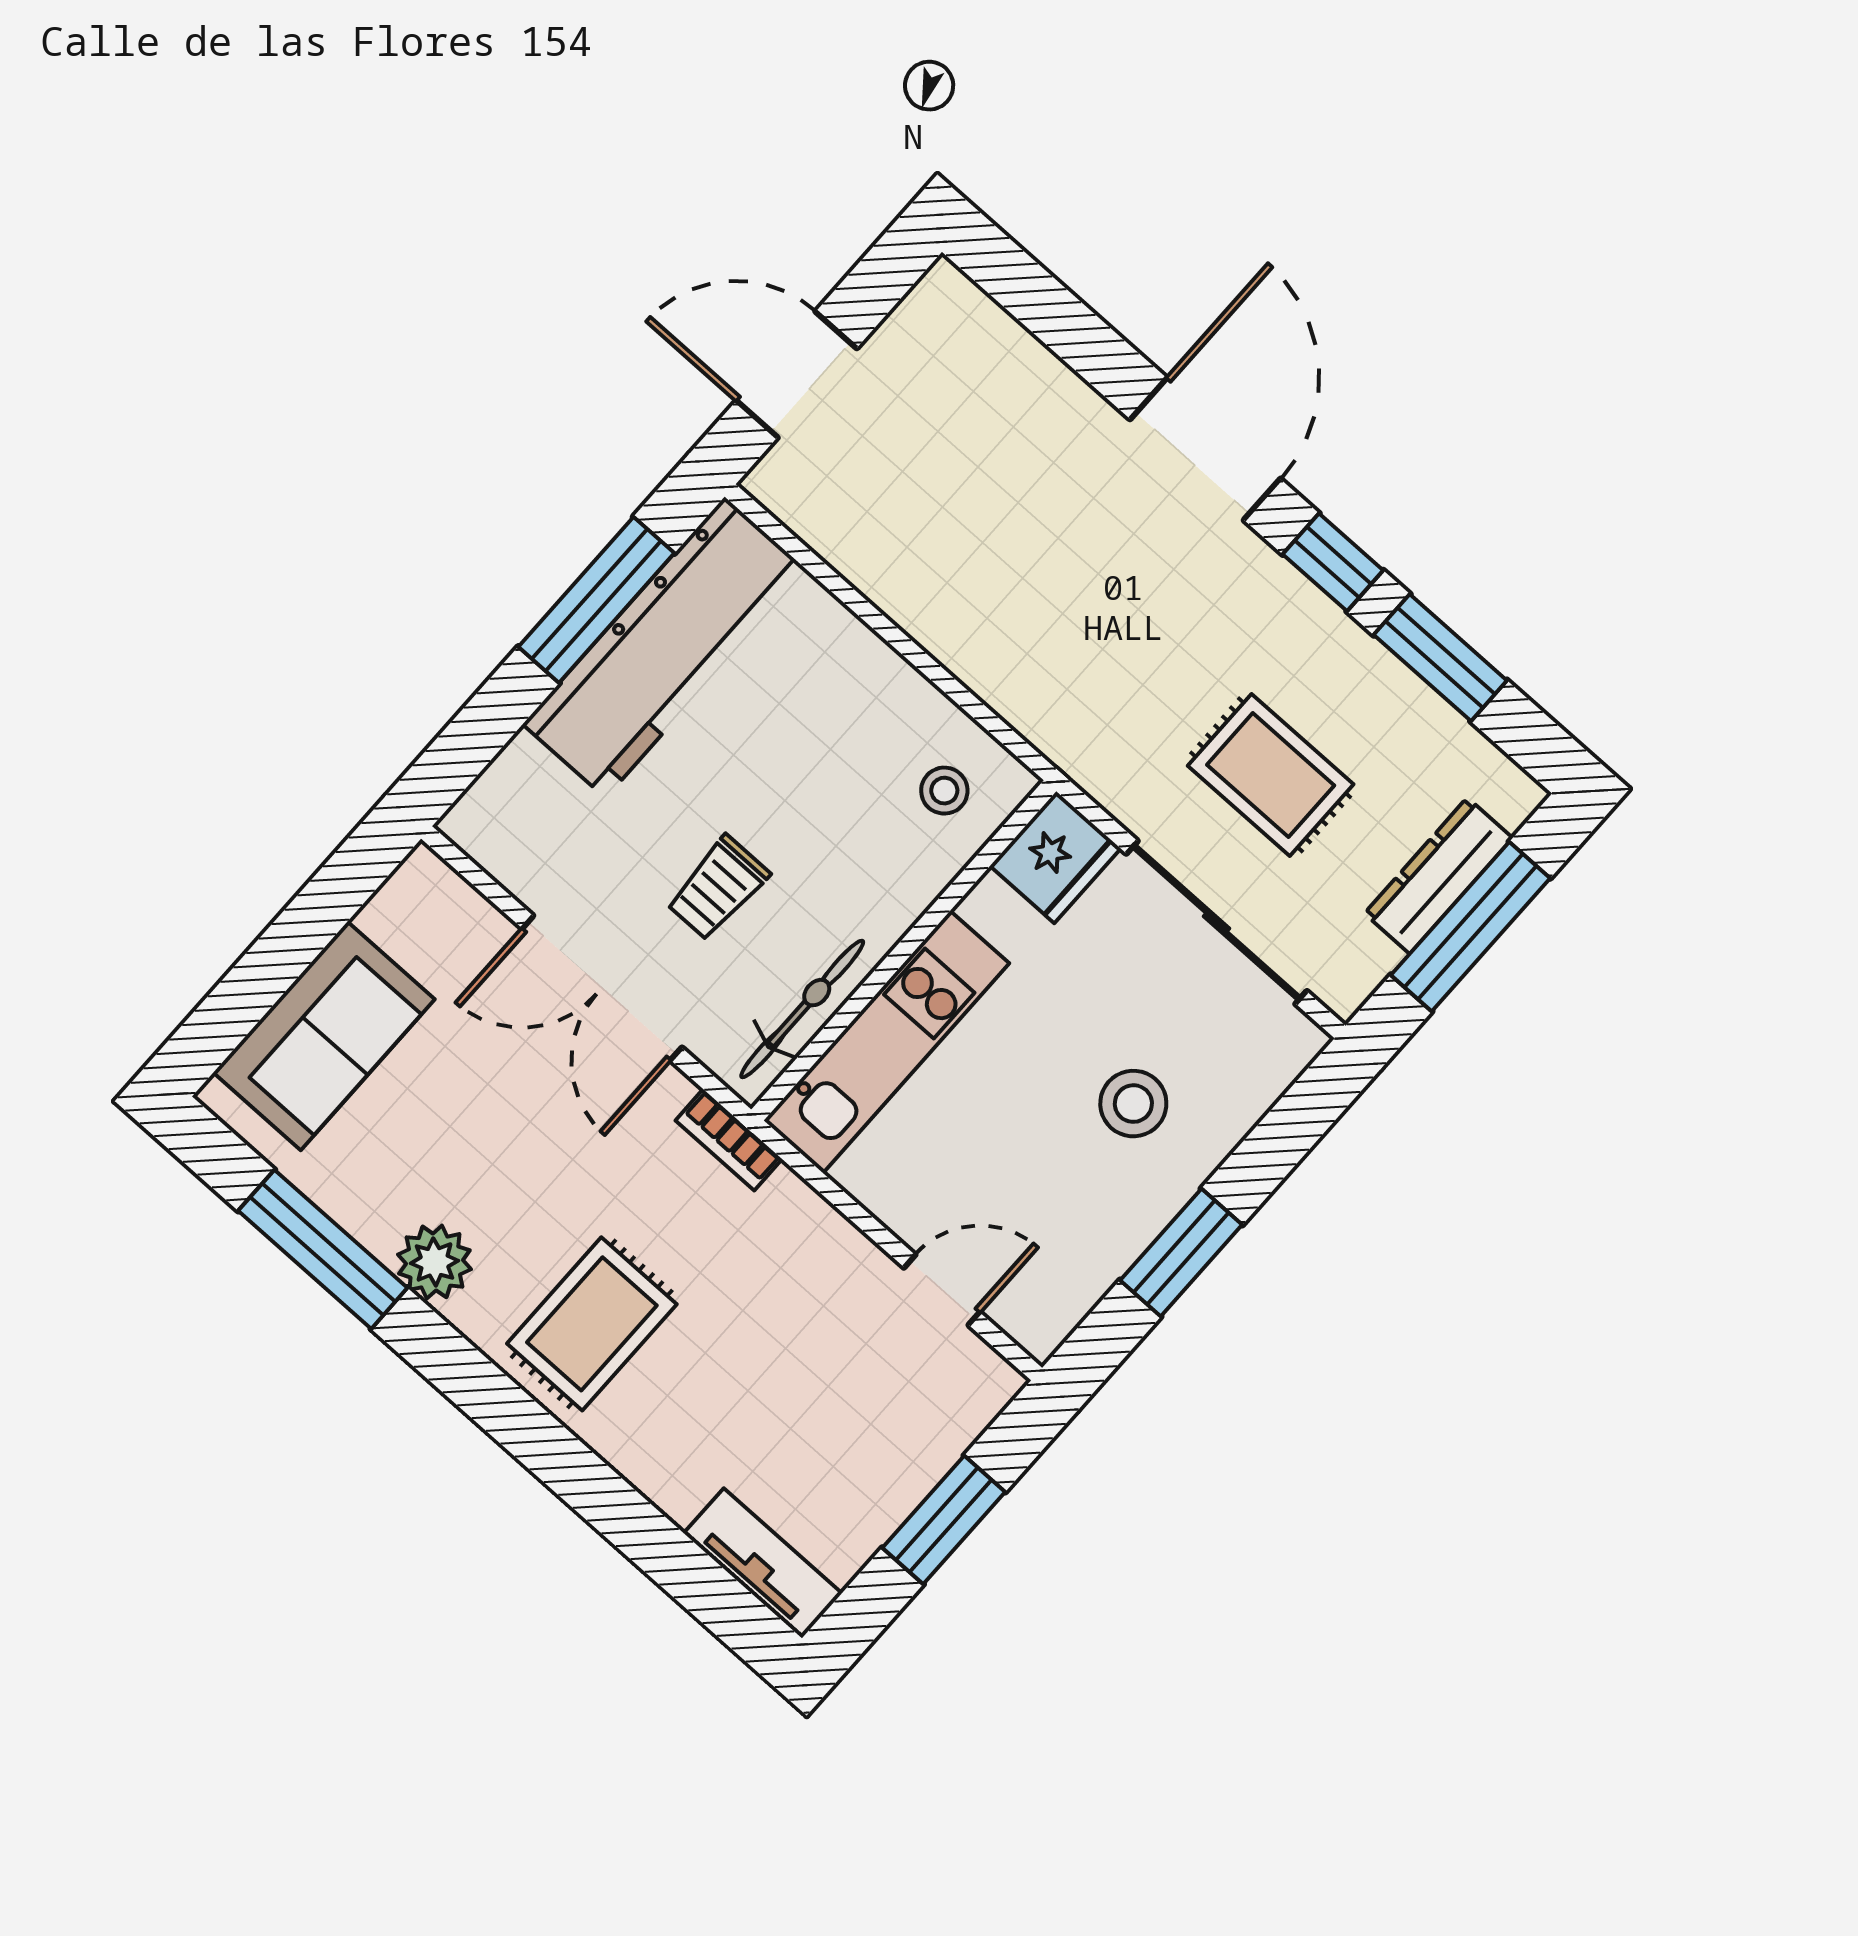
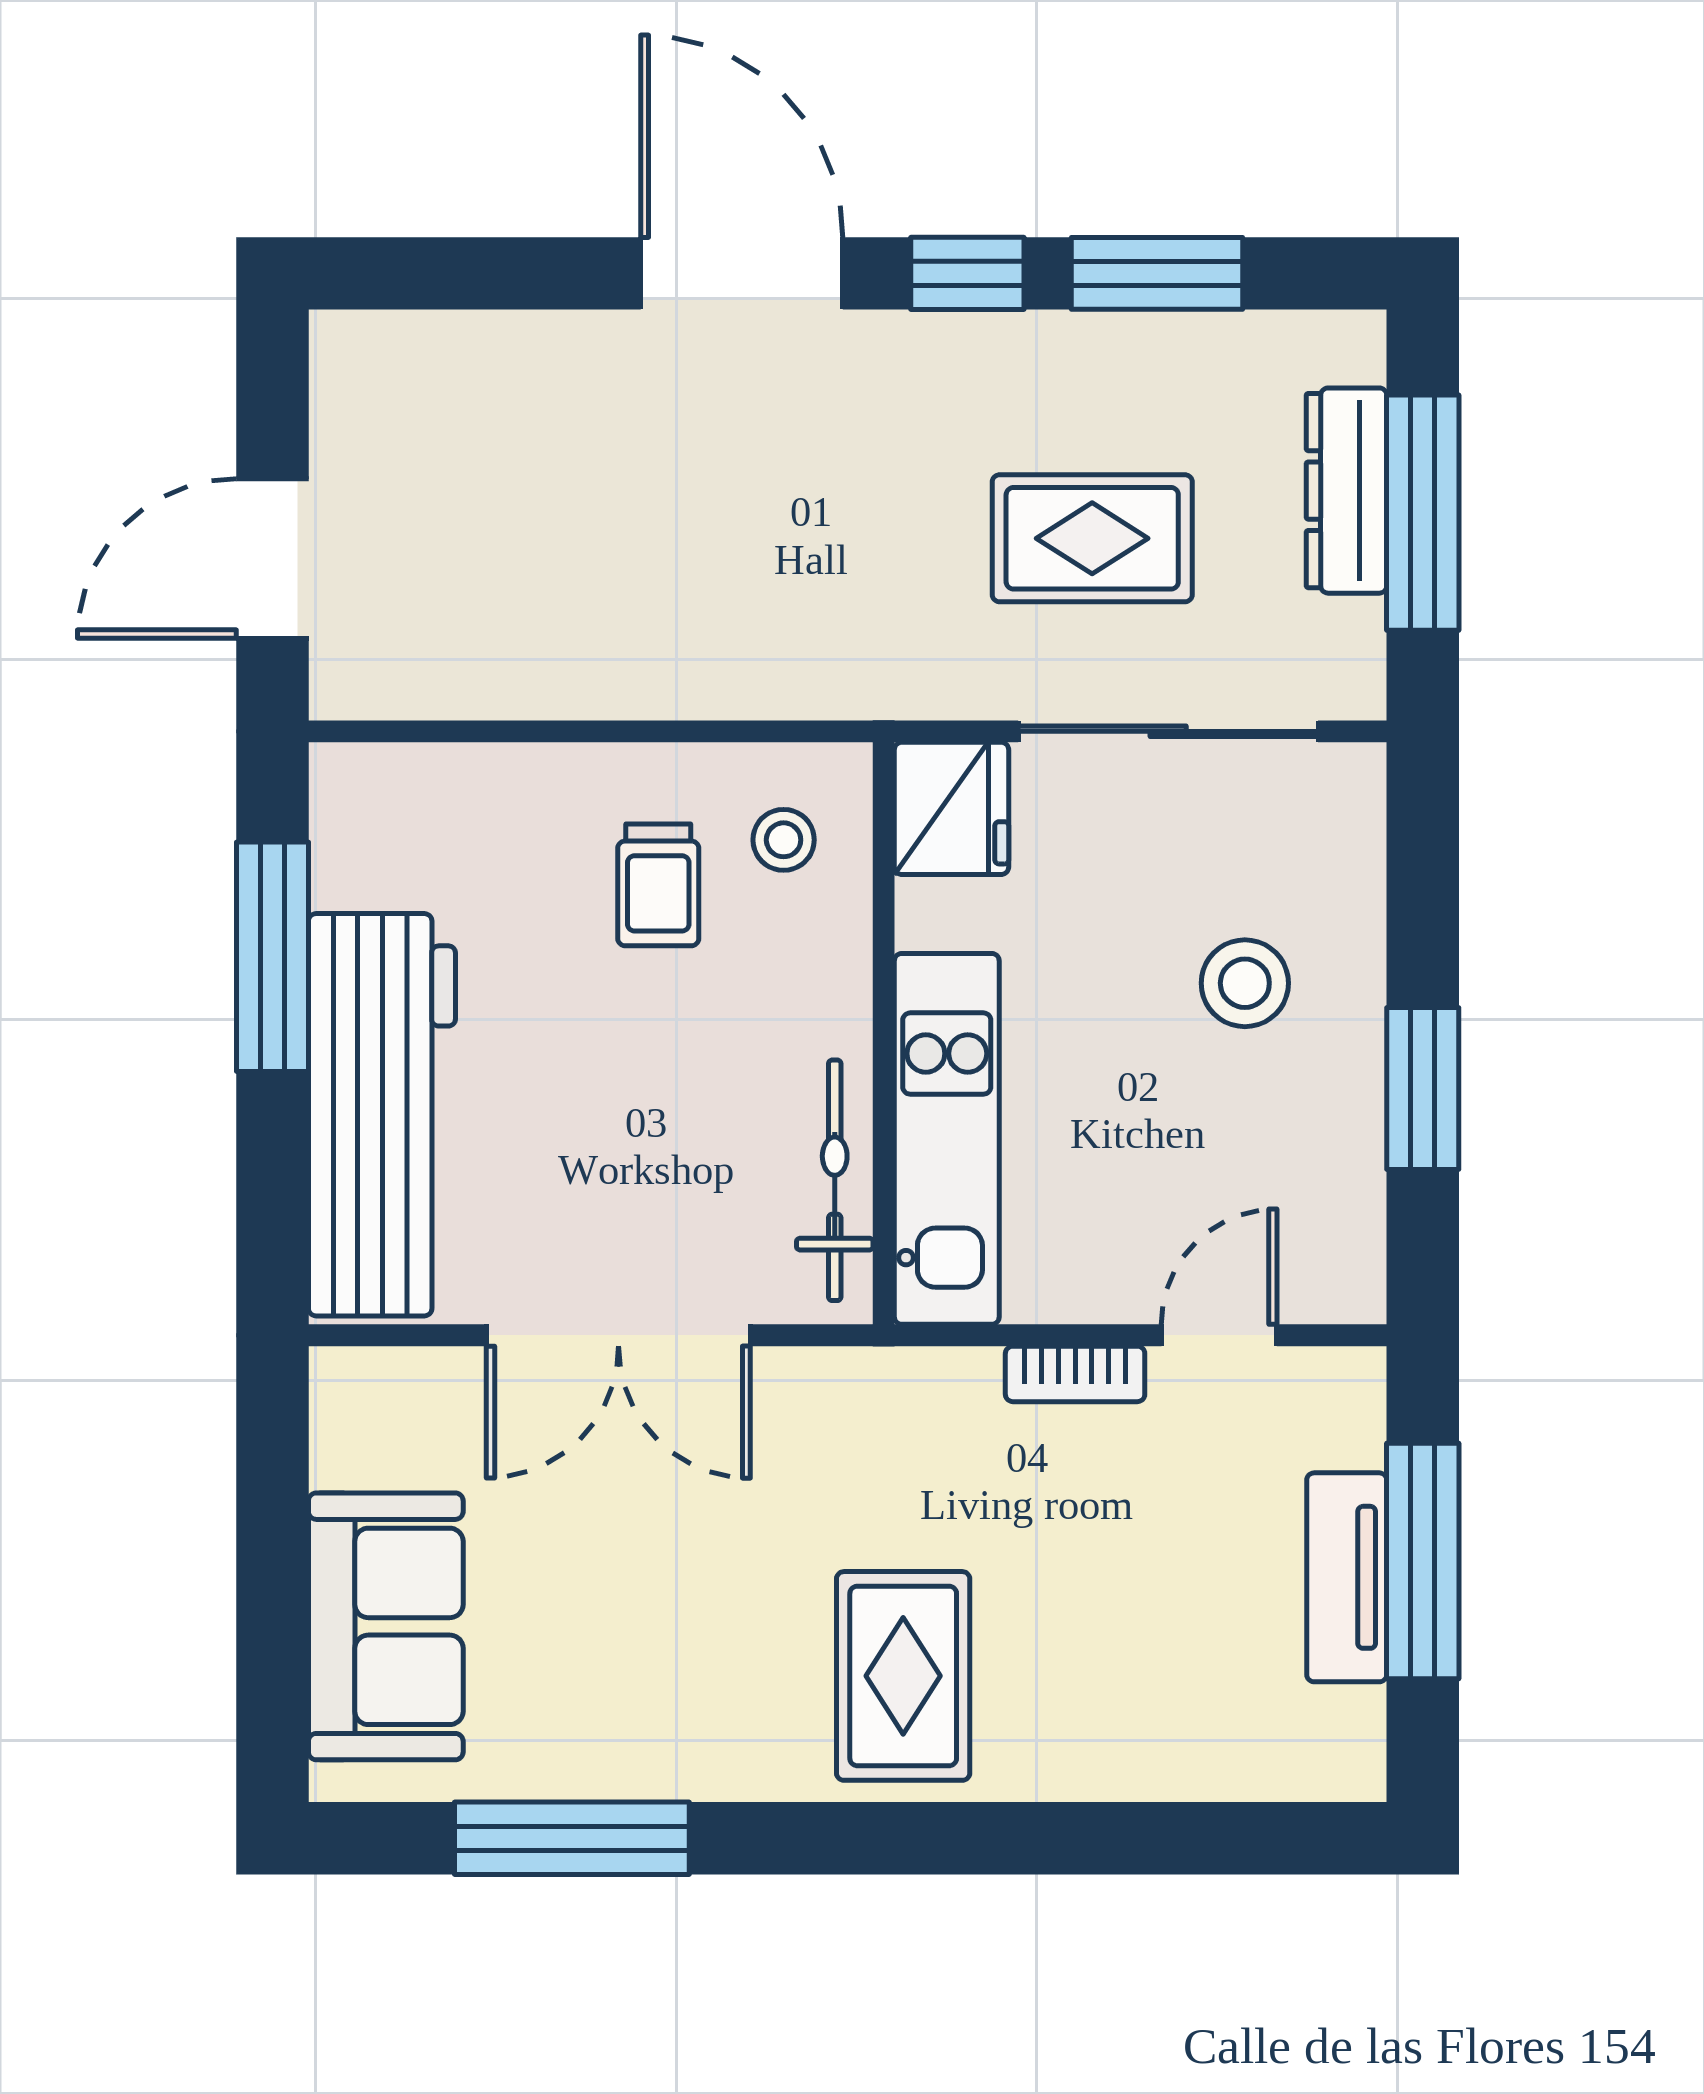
workbench: (665, 647) -> (382, 1115), moved
trolley: (718, 888) -> (658, 885), moved
bookcase: (729, 1140) -> (1075, 1374), moved
plant: (434, 1262) -> (693, 1753), removed
window: (944, 1520) -> (1423, 1561), width x1.44
tv unit: (763, 1563) -> (1347, 1577), moved, turned -90

